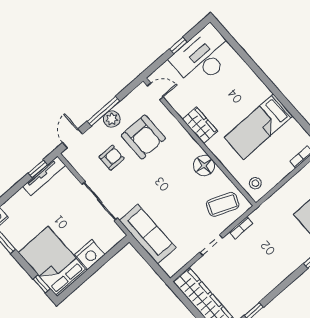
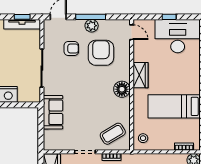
armchair: (143, 137) -> (101, 53), turned 180
floor lamp: (204, 166) -> (122, 89), moved
coffee table: (223, 204) -> (113, 134), turned -53
sofa: (148, 234) -> (53, 112), width x0.73

